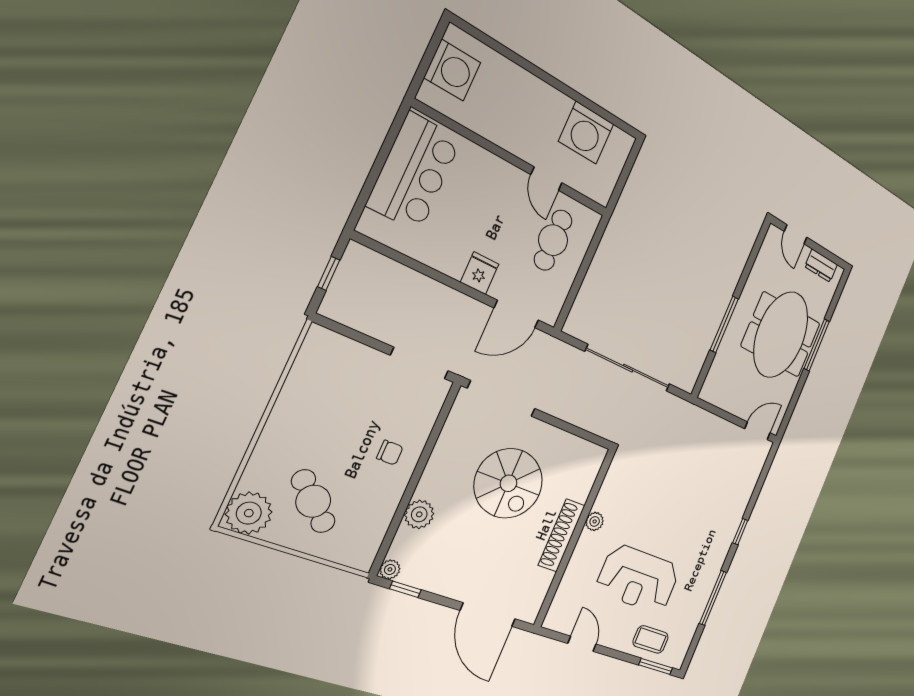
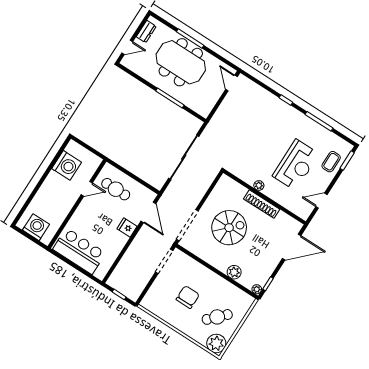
chair: (390, 453) -> (188, 297), moved, width x1.87, depth x1.87

